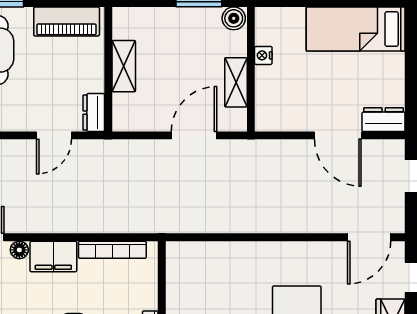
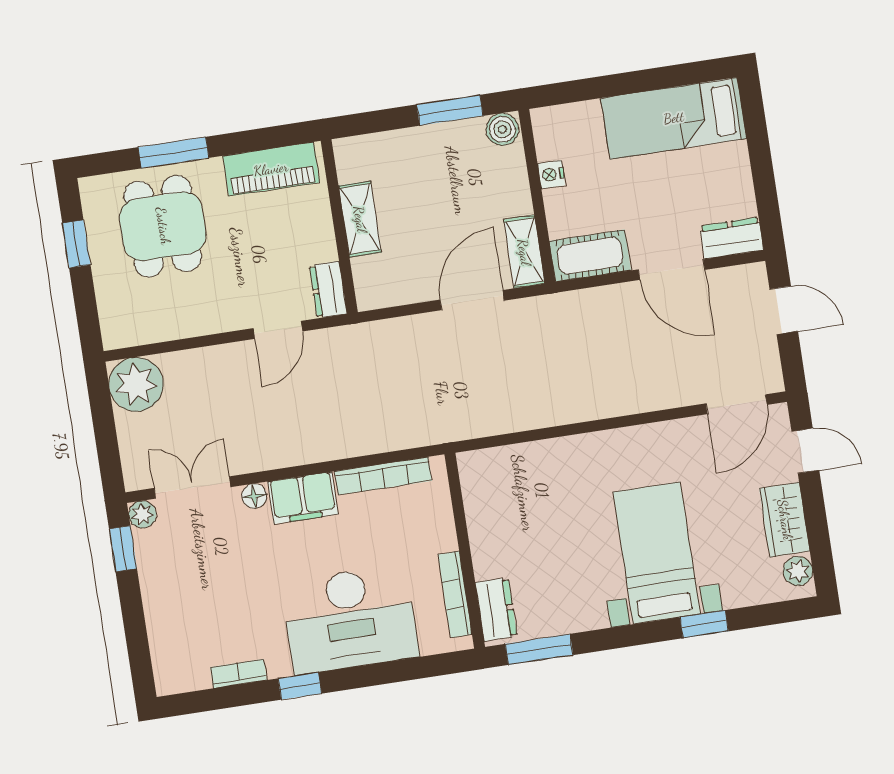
shelving: (236, 82) -> (524, 252), moved
cot: (282, 117) -> (590, 256), added

